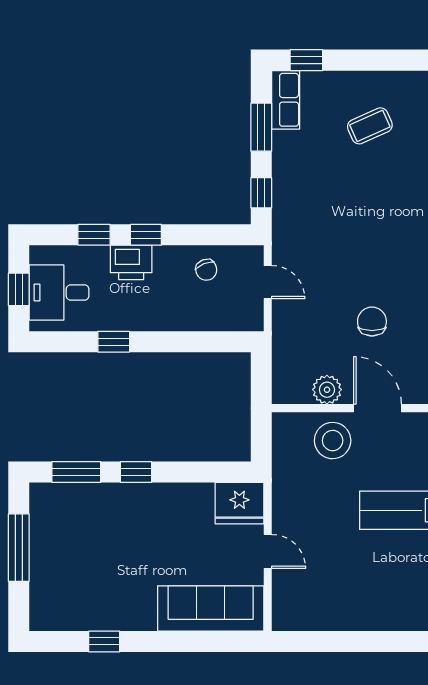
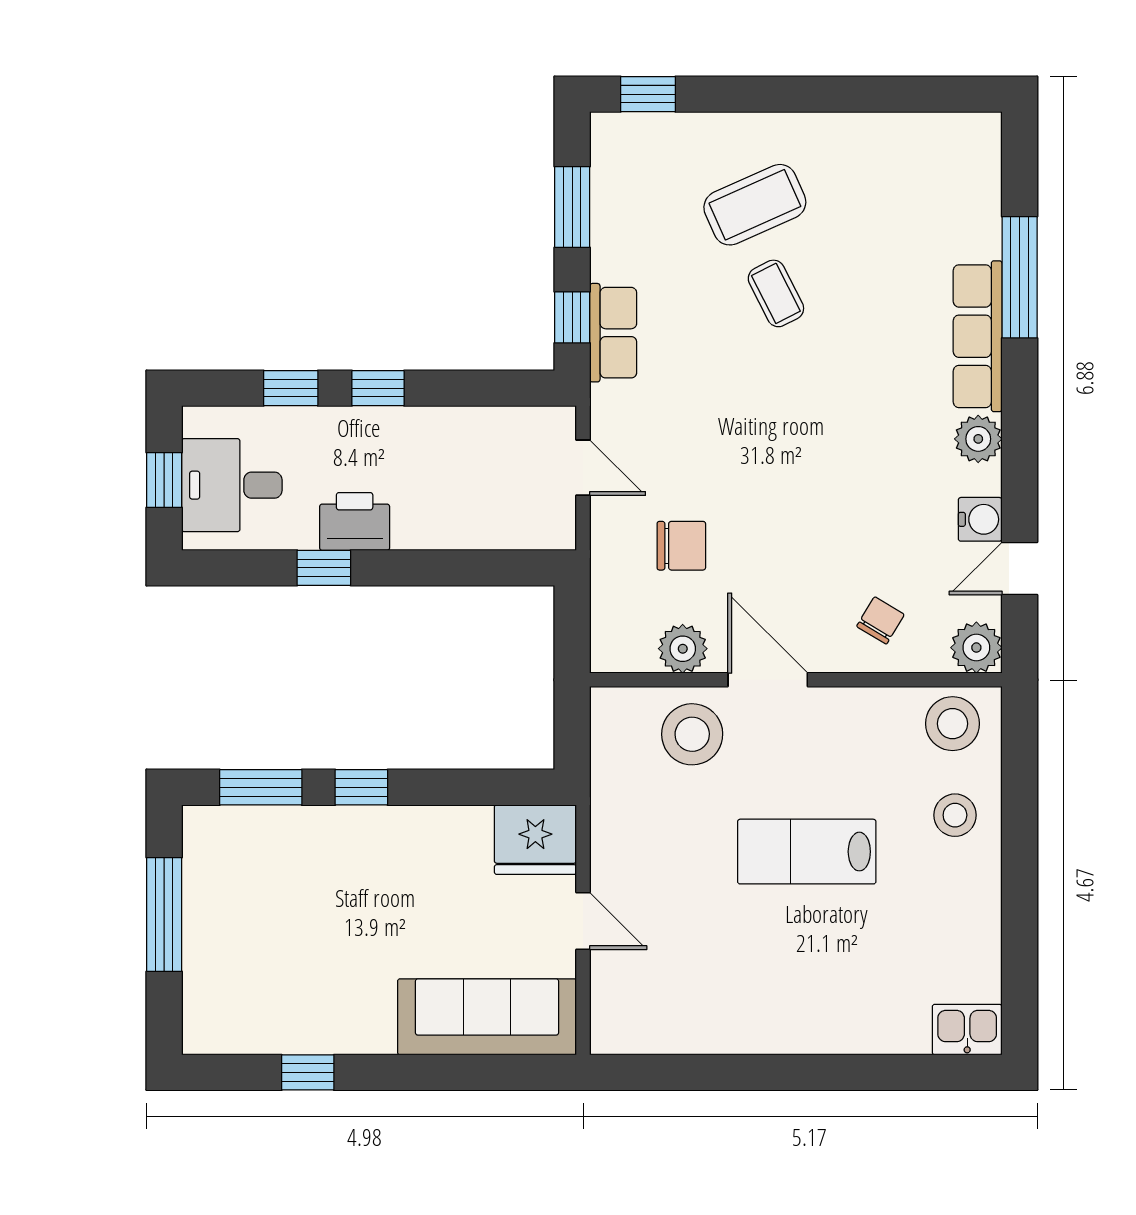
row of seats: (286, 100) -> (613, 333), moved
coffee table: (370, 126) -> (755, 205), width x1.36, depth x1.30
coffee table: (382, 179) -> (776, 293), added
printer: (131, 262) -> (355, 521), moved, turned 180
chair: (206, 270) -> (480, 447), removed
chair: (372, 321) -> (681, 546), moved, turned 90

